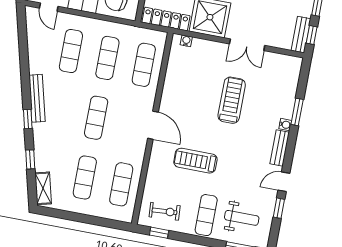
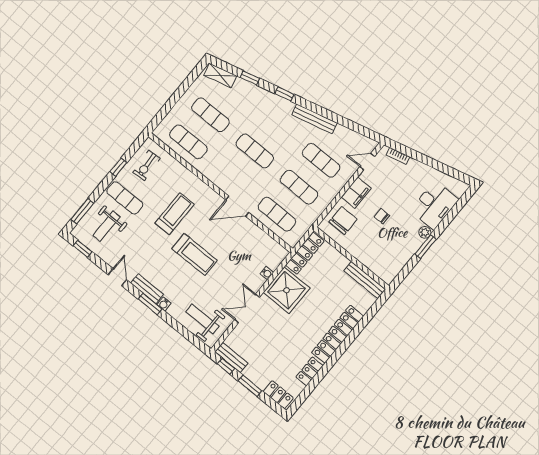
water cooler: (186, 41) -> (267, 273), moved
weight bench: (280, 81) -> (202, 319), added
bench: (37, 98) -> (314, 119), moved
treadmill: (232, 100) -> (194, 255), moved
window: (297, 112) -> (150, 304), moved
door: (153, 125) -> (237, 206), moved
window: (279, 208) -> (83, 249), moved
window: (159, 233) -> (118, 167), moved

